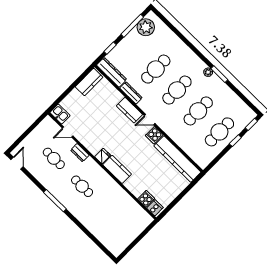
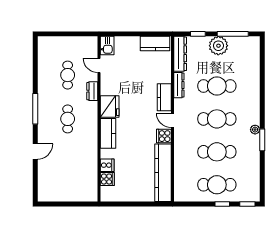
plant: (146, 27) -> (218, 46), moved
fridge: (103, 156) -> (110, 106), width x1.88, depth x1.34
door: (17, 163) -> (35, 151), moved
cooker: (155, 208) -> (107, 165), moved

